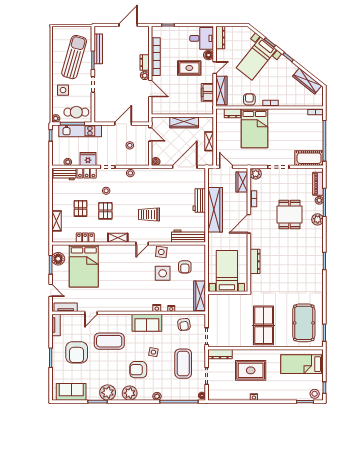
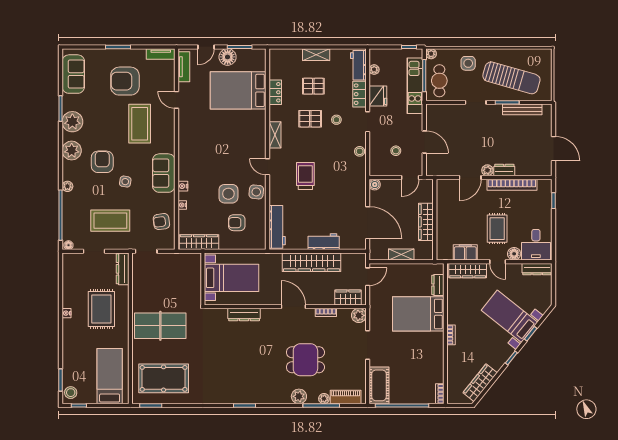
armchair: (249, 99) -> (456, 307), removed
shelving: (56, 221) -> (316, 55), moved
floor lamp: (58, 259) -> (228, 57), moved

